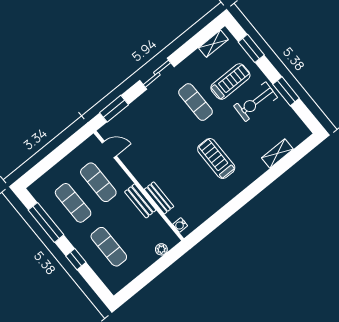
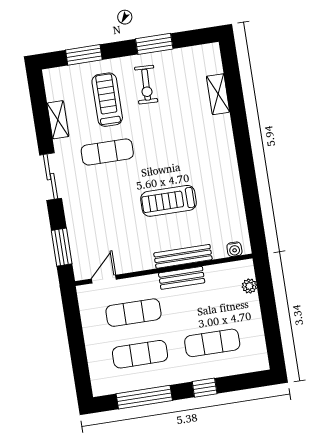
shelving: (213, 44) -> (58, 120), moved
exercise bike: (256, 102) -> (146, 85), width x0.73, depth x0.72
treadmill: (216, 159) -> (169, 201), moved
bench: (159, 198) -> (183, 256), width x1.36

